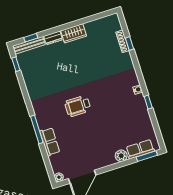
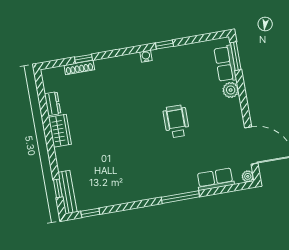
dresser: (53, 38) -> (53, 104), moved
wheelchair: (78, 106) -> (176, 121), moved, turned 180
row of seats: (50, 142) -> (215, 179), moved

